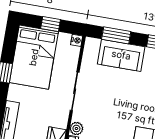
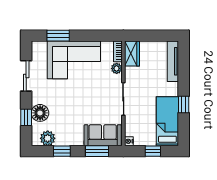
sofa: (121, 55) -> (103, 135), moved
bed: (34, 57) -> (167, 121), width x0.67

